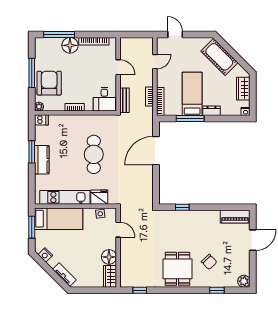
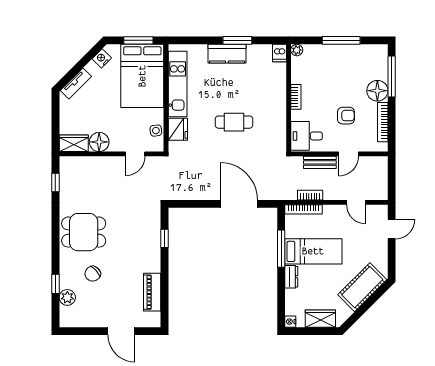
armchair: (49, 83) -> (346, 116), moved, width x0.53, depth x0.53
bench: (124, 100) -> (320, 162), moved
cafe table: (94, 154) -> (234, 122), width x0.73, depth x0.74
piano: (235, 217) -> (152, 292), moved
bed: (59, 219) -> (142, 76), width x1.50
plant: (244, 281) -> (67, 297), moved

